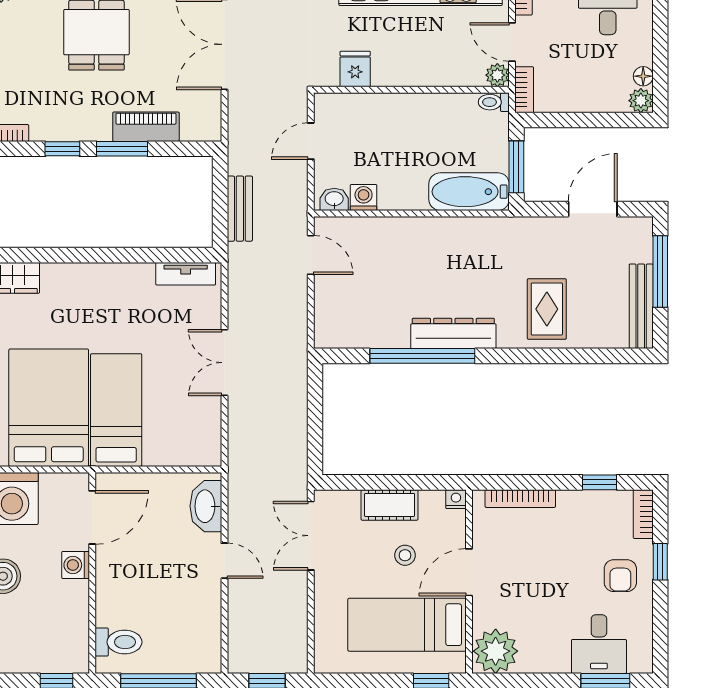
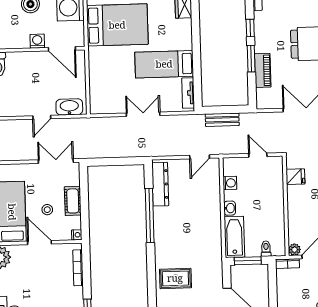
toilet: (494, 102) -> (266, 249), moved
washbasin: (334, 199) -> (230, 208), moved
dresser: (453, 333) -> (160, 184), moved
bed: (116, 410) -> (164, 64), moved, turned 180

